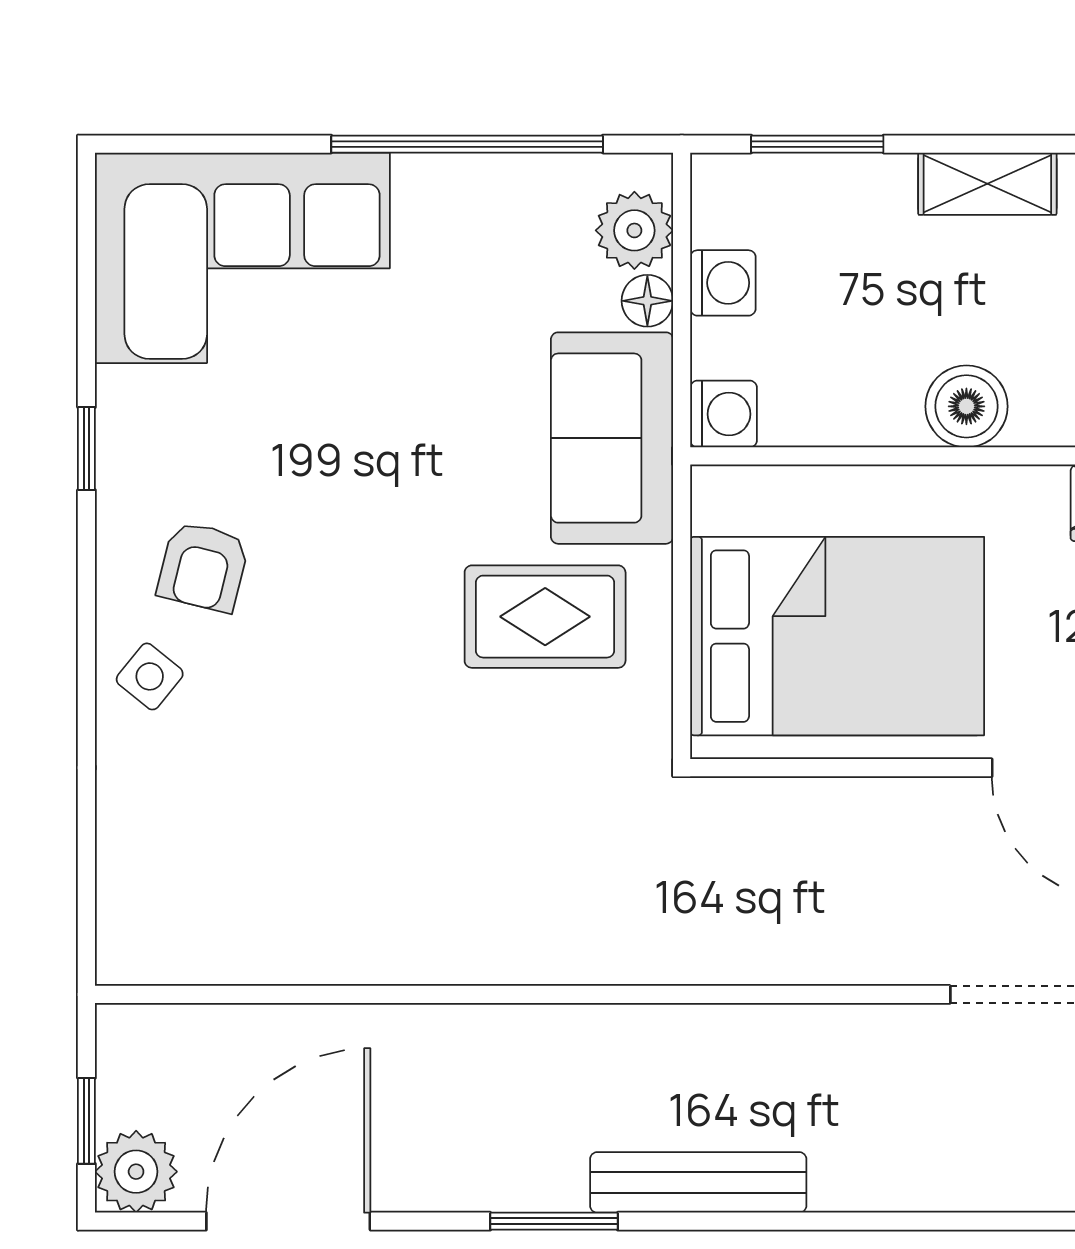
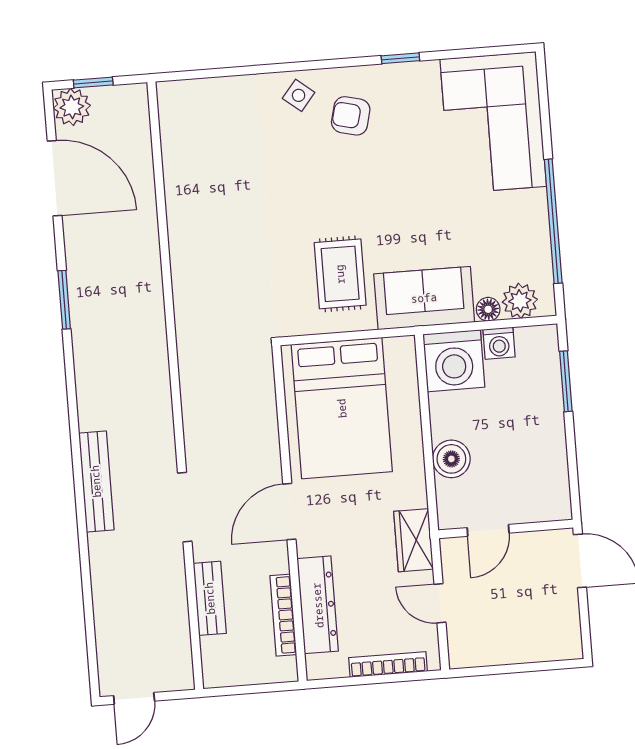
shelving: (987, 184) -> (554, 460), removed
washing machine: (724, 414) -> (454, 361), width x1.89, depth x1.89
bench: (698, 1182) -> (96, 481), moved

